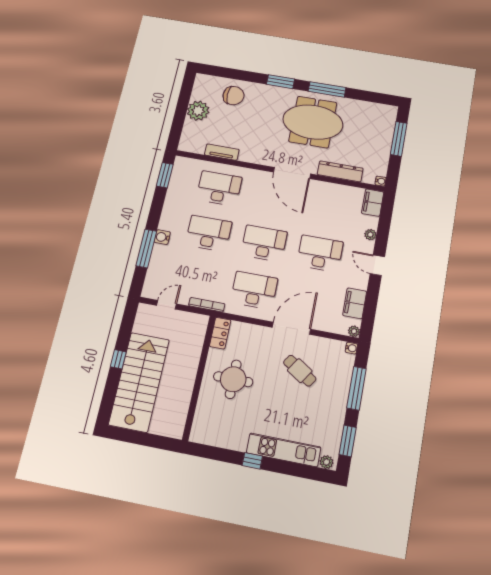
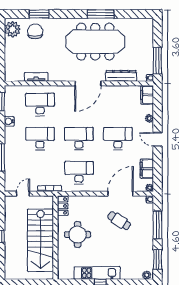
window: (281, 82) -> (39, 14), moved
chair: (234, 96) -> (35, 31), turned -90
plant: (198, 111) -> (12, 29), moved
meeting table: (313, 122) -> (95, 42), width x1.36
window: (399, 139) -> (157, 61), moved
door: (292, 173) -> (88, 83), hinge flipped
water cooler: (162, 237) -> (9, 121), moved
door: (291, 328) -> (120, 194), moved
stairs: (139, 382) -> (40, 240), moved, turned 180
kitchen unit: (284, 450) -> (97, 273), moved

